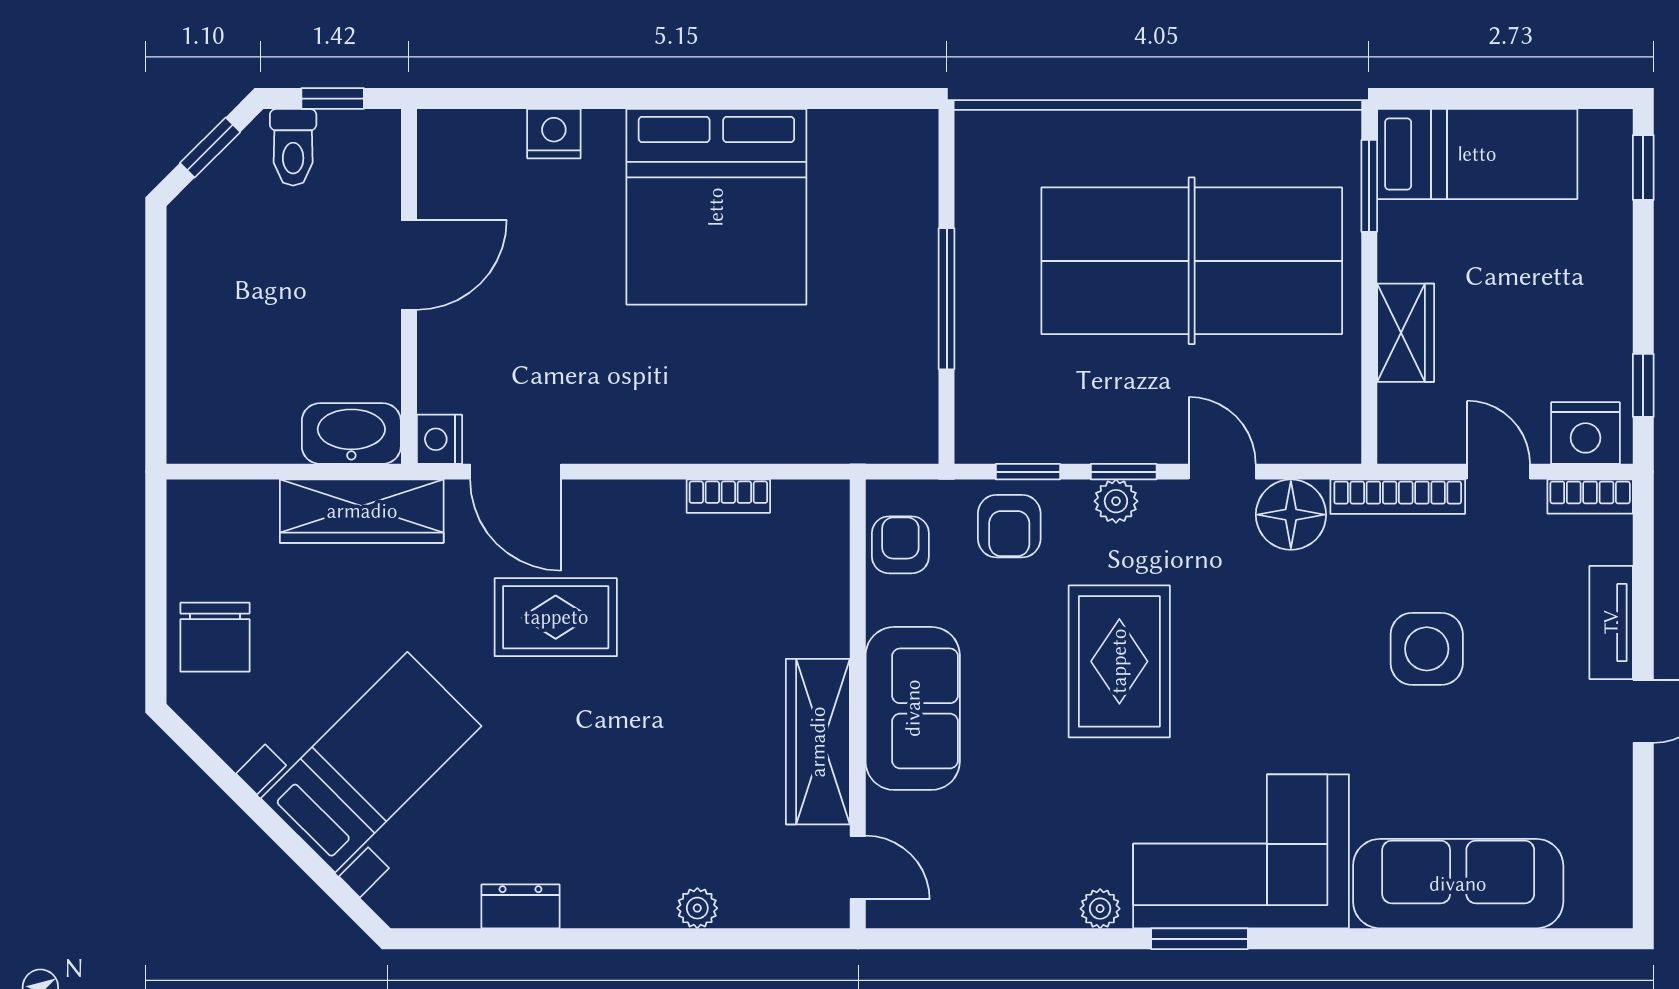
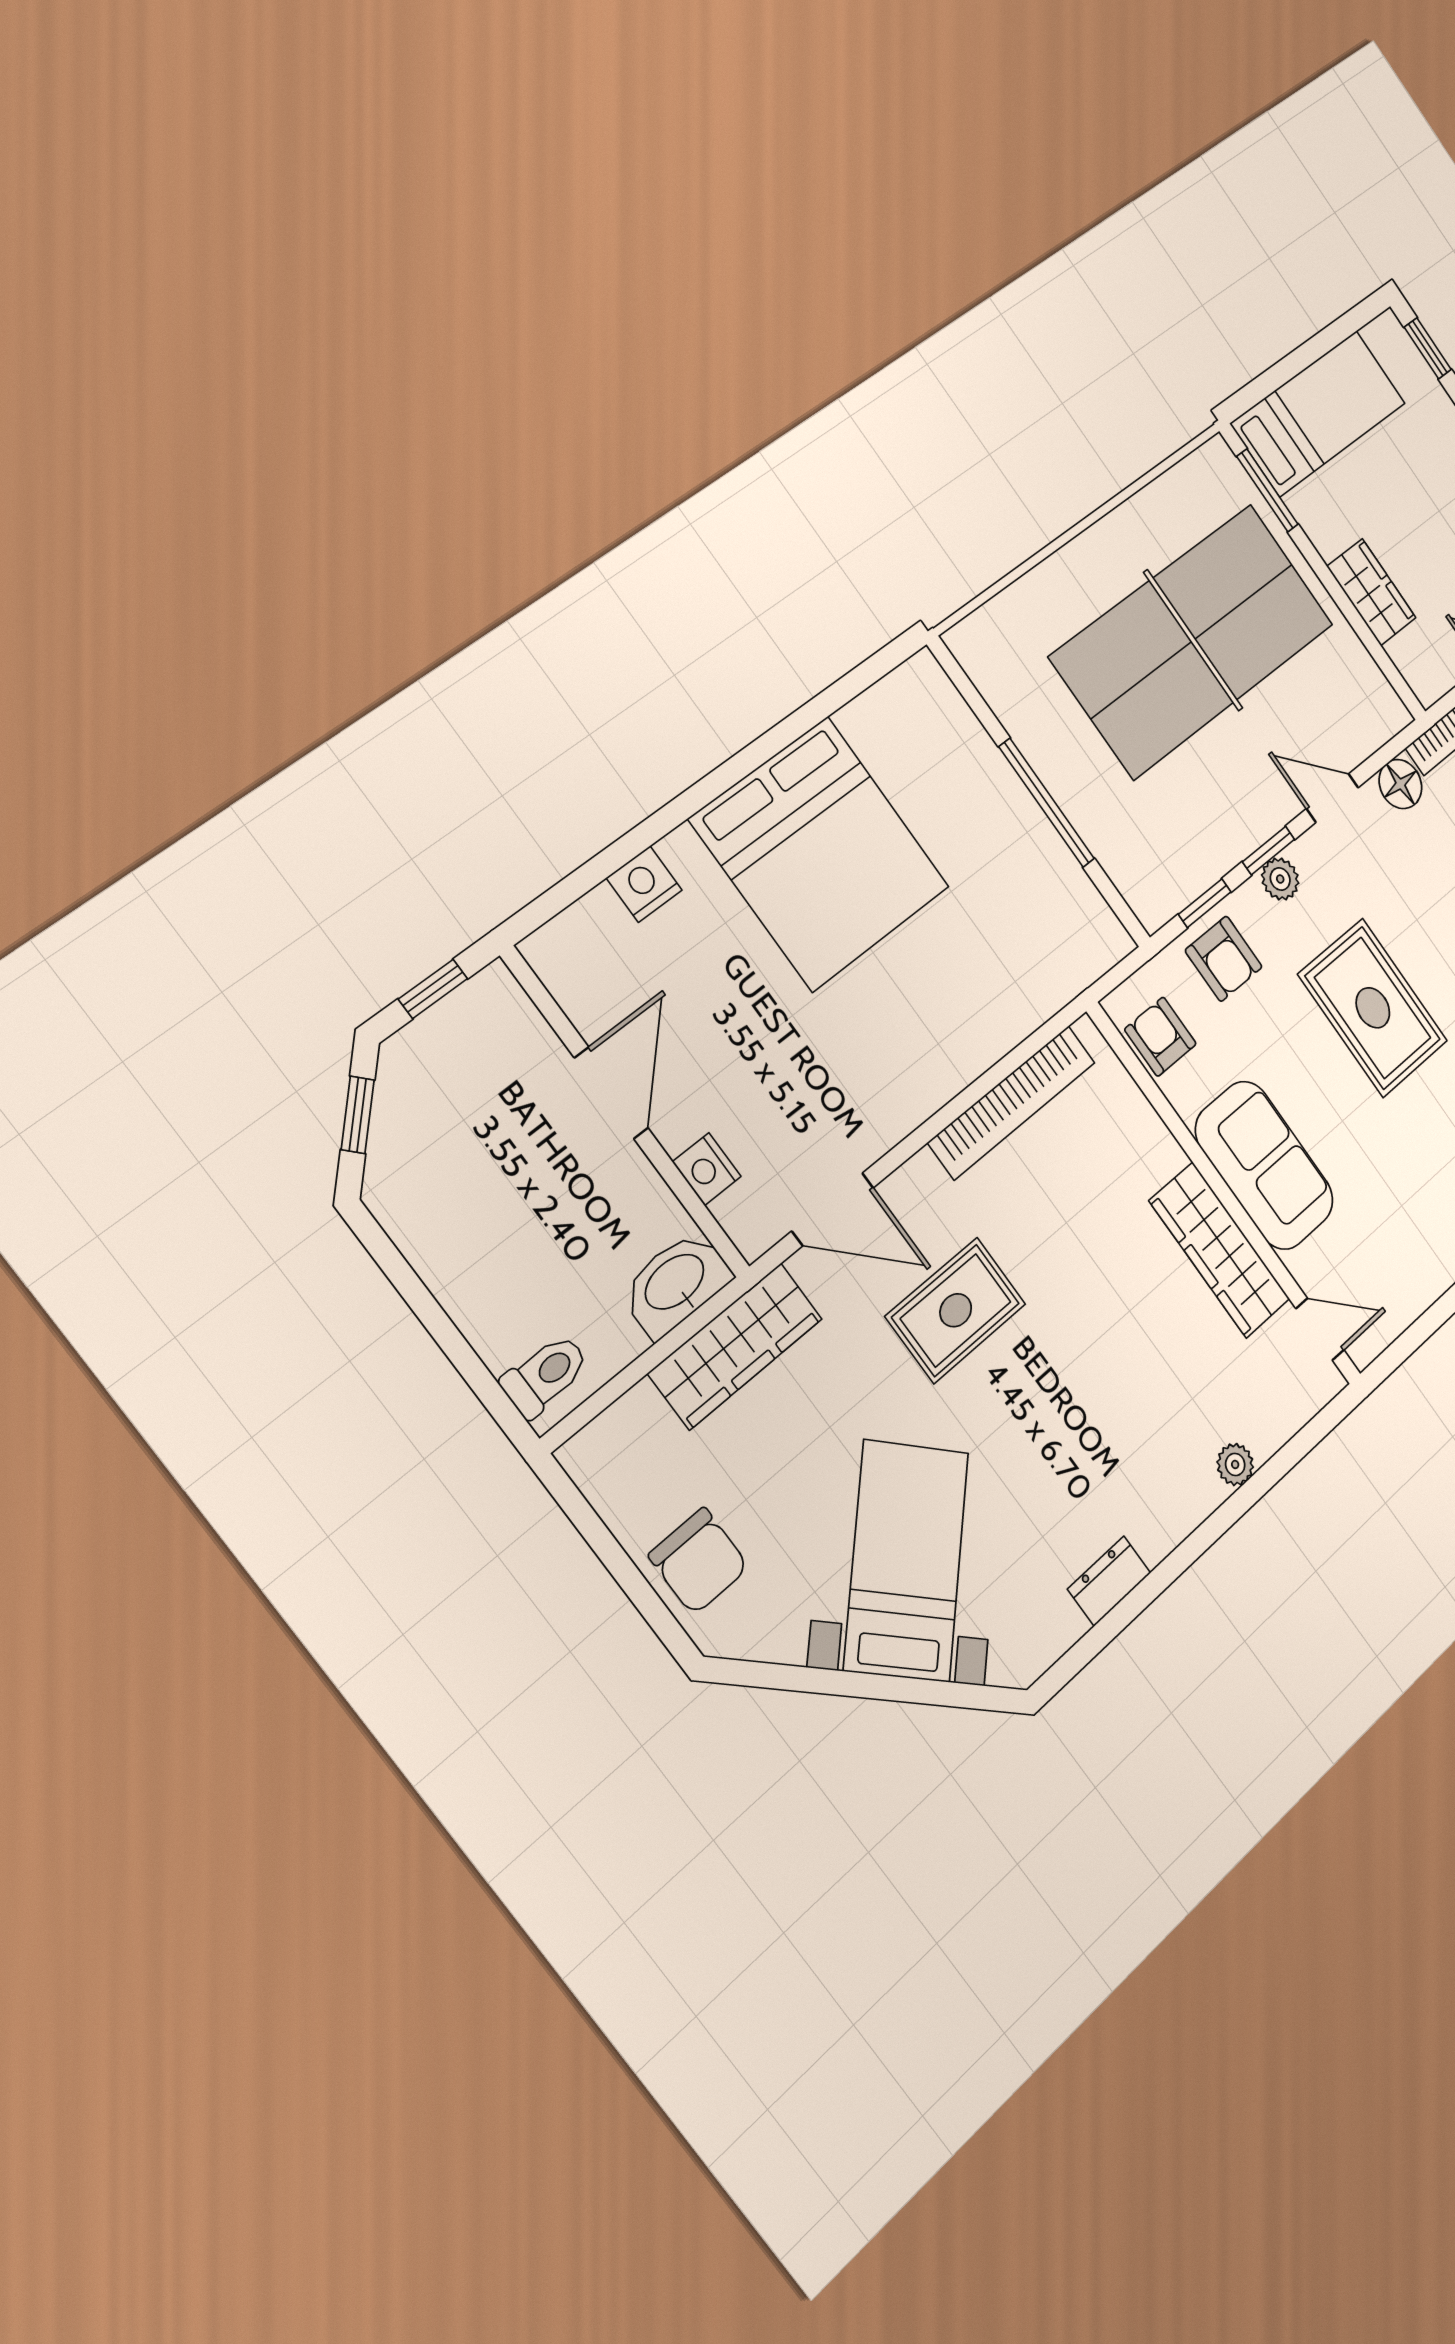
toilet: (293, 147) -> (545, 1375), moved, turned -90
nightstand: (439, 439) -> (707, 1169), moved
bookcase: (728, 496) -> (1012, 1102), width x2.31, depth x1.31
floor lamp: (1291, 515) -> (1400, 784), width x0.73, depth x0.73

